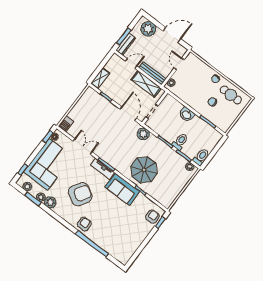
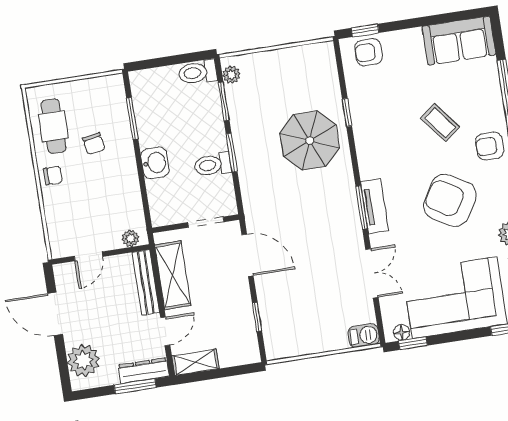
door: (131, 64) -> (165, 331), swing flipped
shelving: (100, 78) -> (195, 362), moved
door: (128, 114) -> (247, 255), swing flipped
plant: (143, 134) -> (255, 199), removed
toilet: (180, 142) -> (213, 165), moved
double door: (83, 146) -> (372, 273), swing flipped
sofa: (122, 189) -> (459, 41), moved, turned 90
coffee table: (107, 216) -> (440, 123), added

